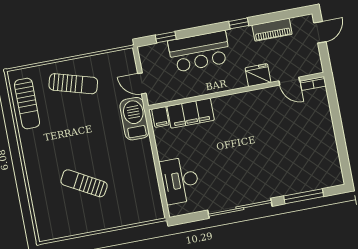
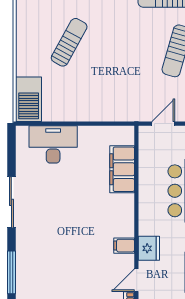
filing cabinet: (160, 117) -> (124, 246), moved
barbecue: (134, 119) -> (29, 99), moved, turned 90
sliding door: (240, 208) -> (11, 202), width x0.73

